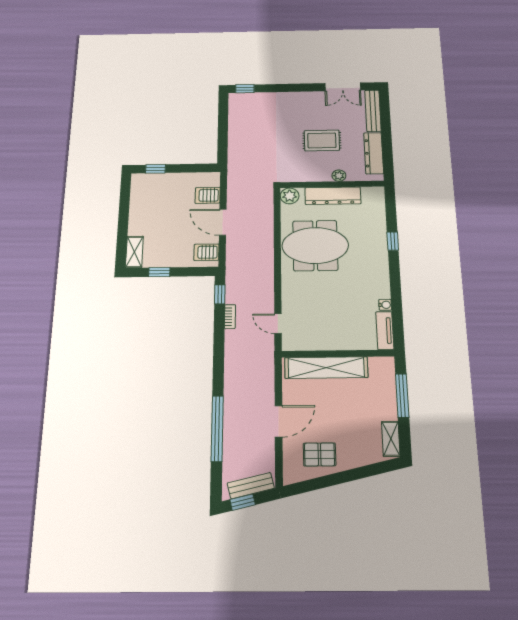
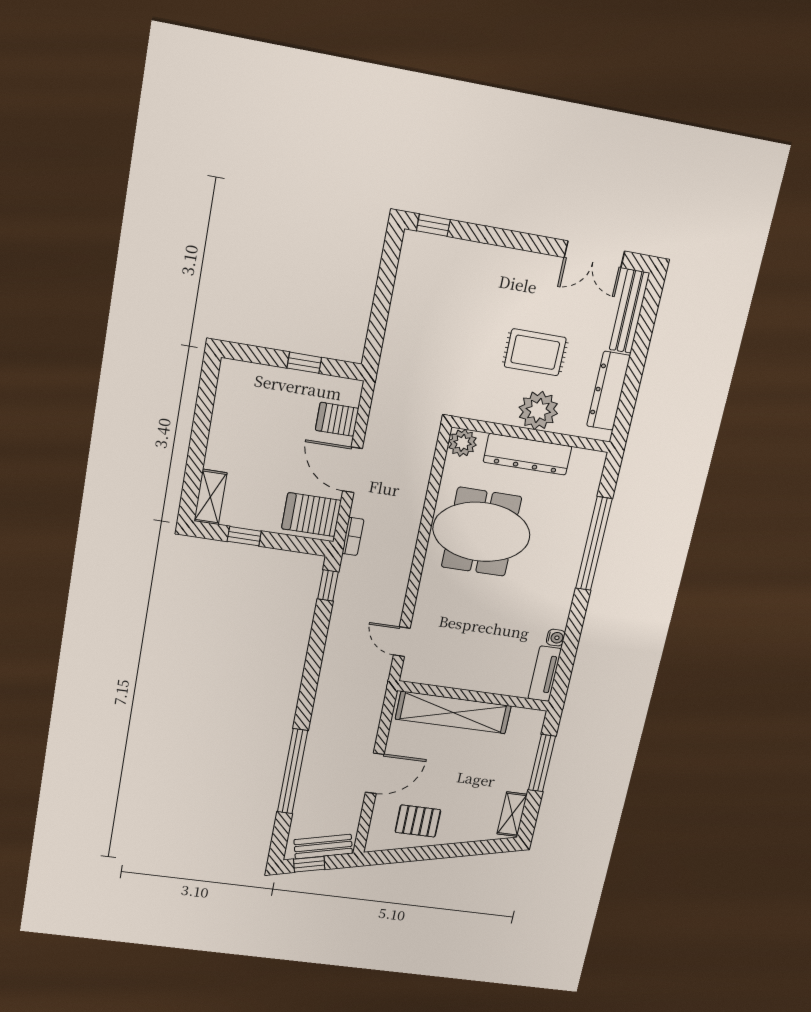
window: (156, 169) -> (304, 363), moved
plant: (339, 176) -> (538, 410), width x1.87, depth x1.87
window: (393, 241) -> (594, 544), width x3.17
server rack: (207, 252) -> (311, 515), width x1.36, depth x1.44
bookcase: (230, 317) -> (353, 536), moved

